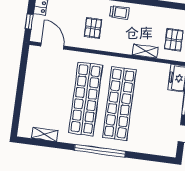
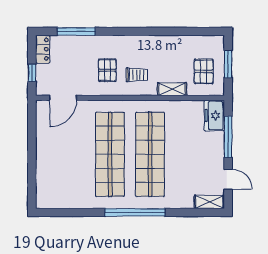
trolley: (119, 12) -> (137, 75), moved
door: (52, 46) -> (63, 98), swing flipped
shelving: (45, 134) -> (209, 202), moved

